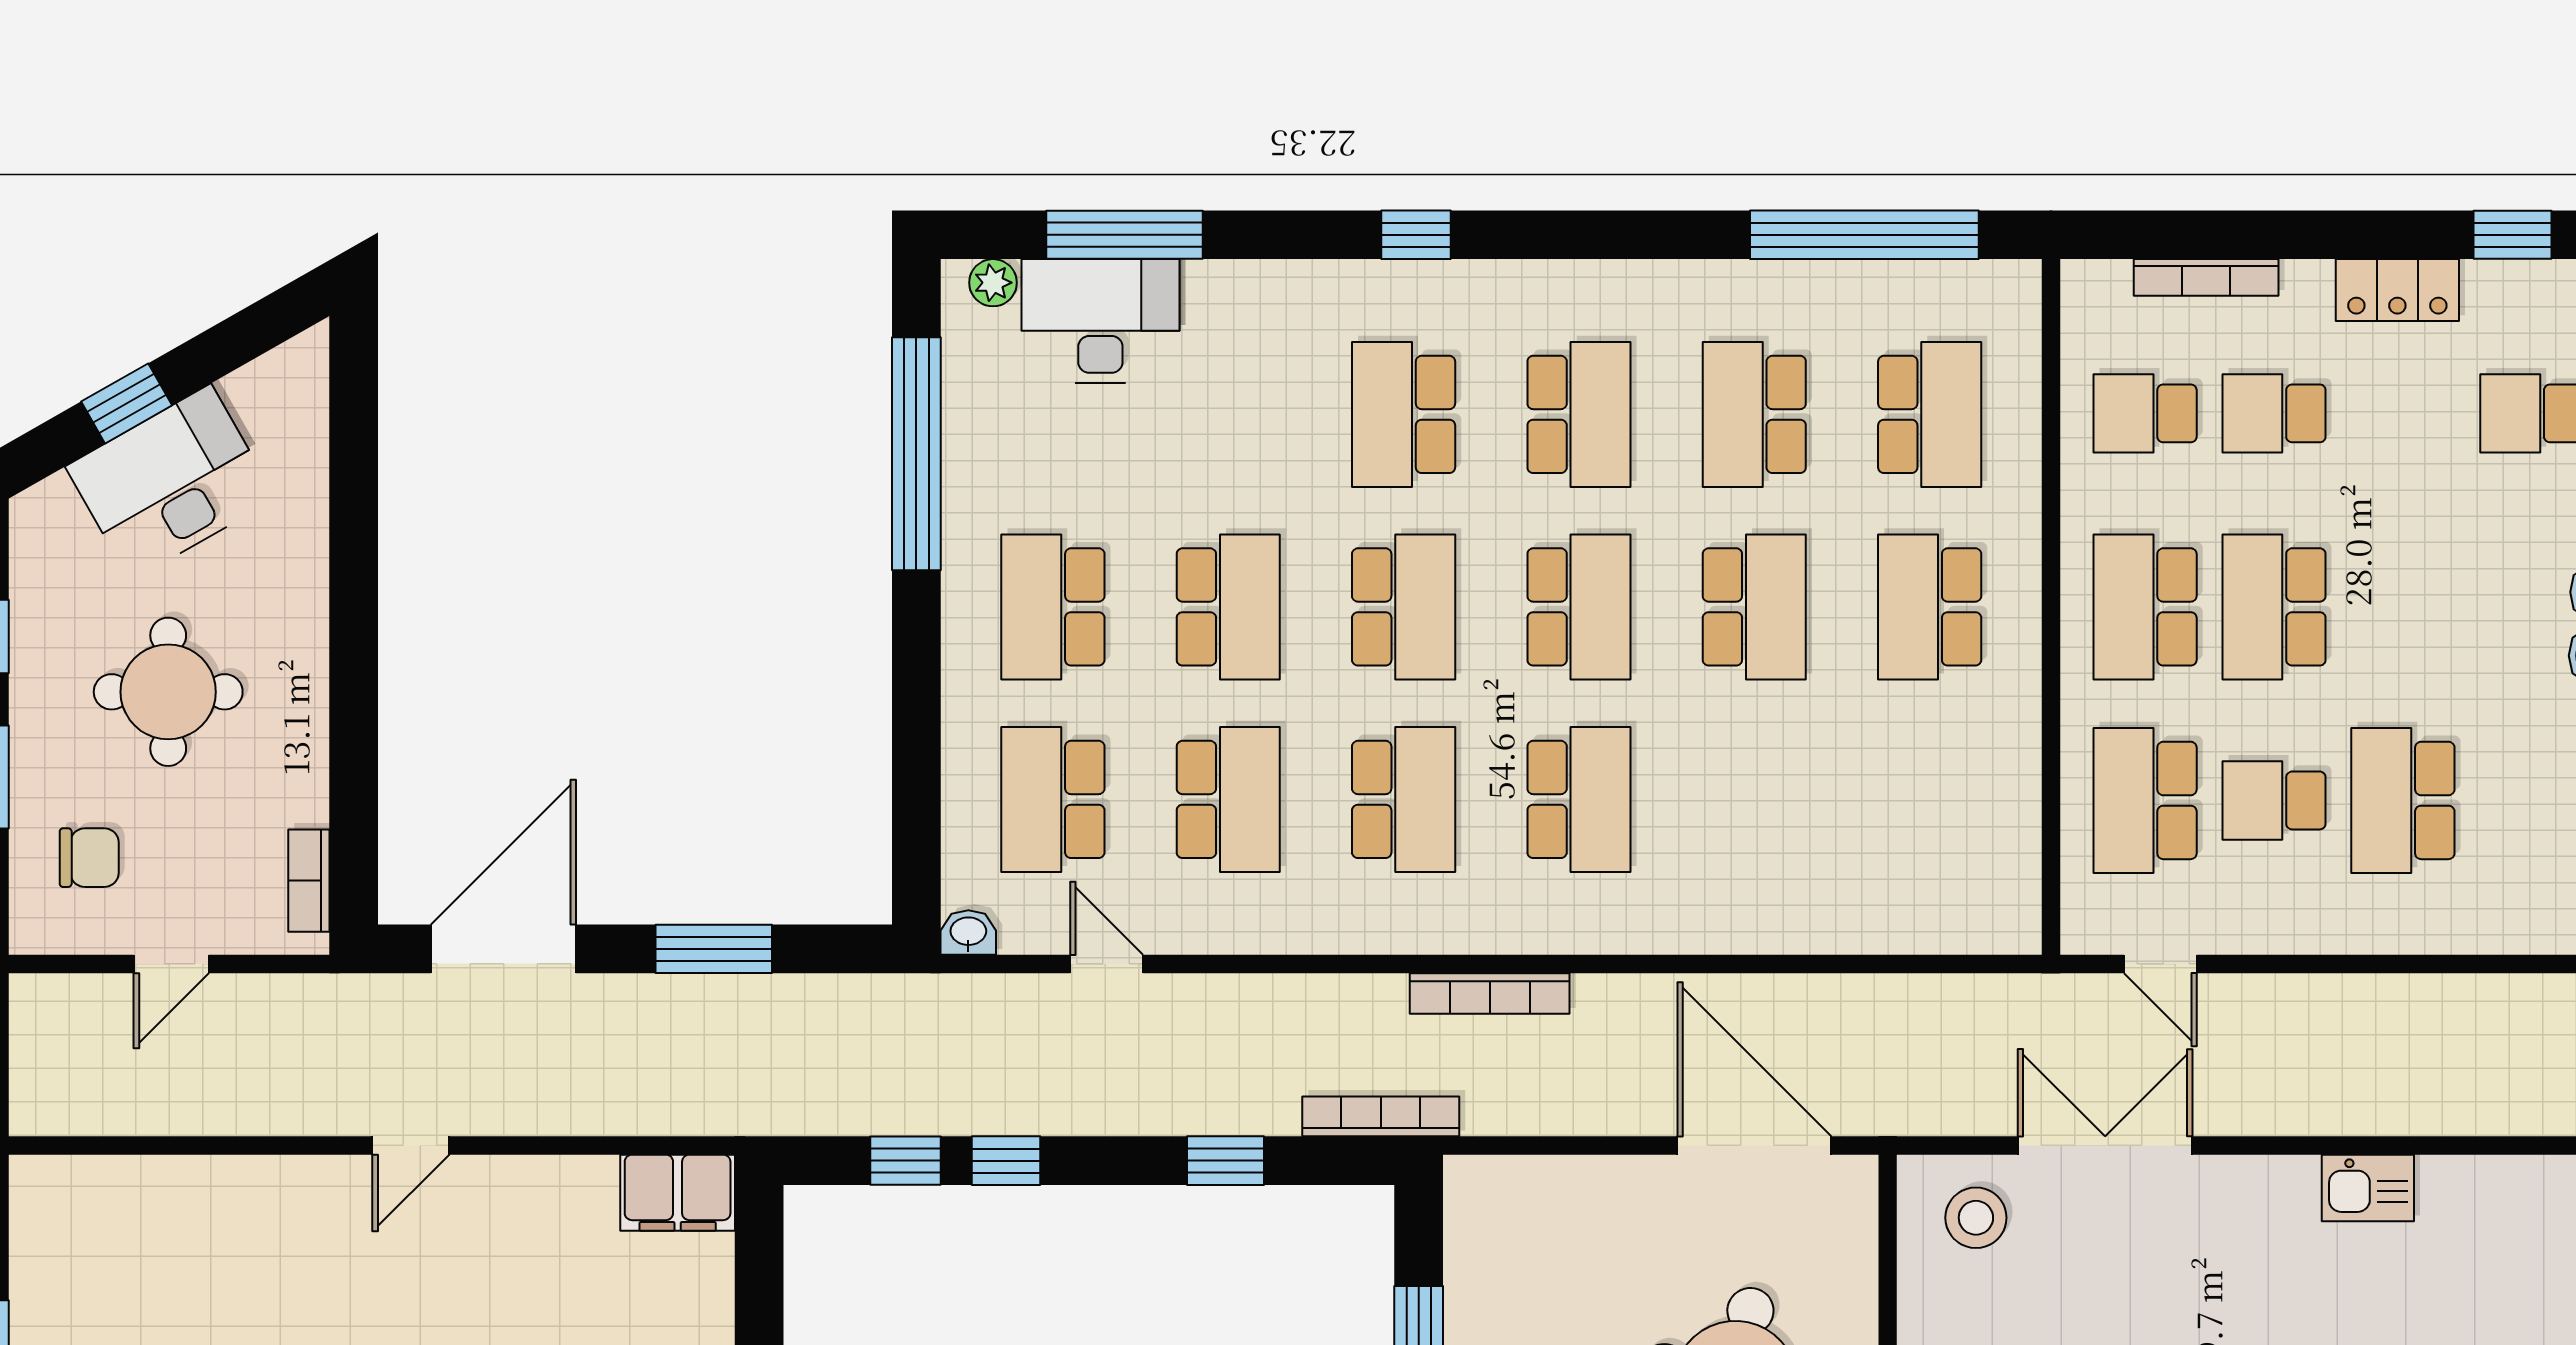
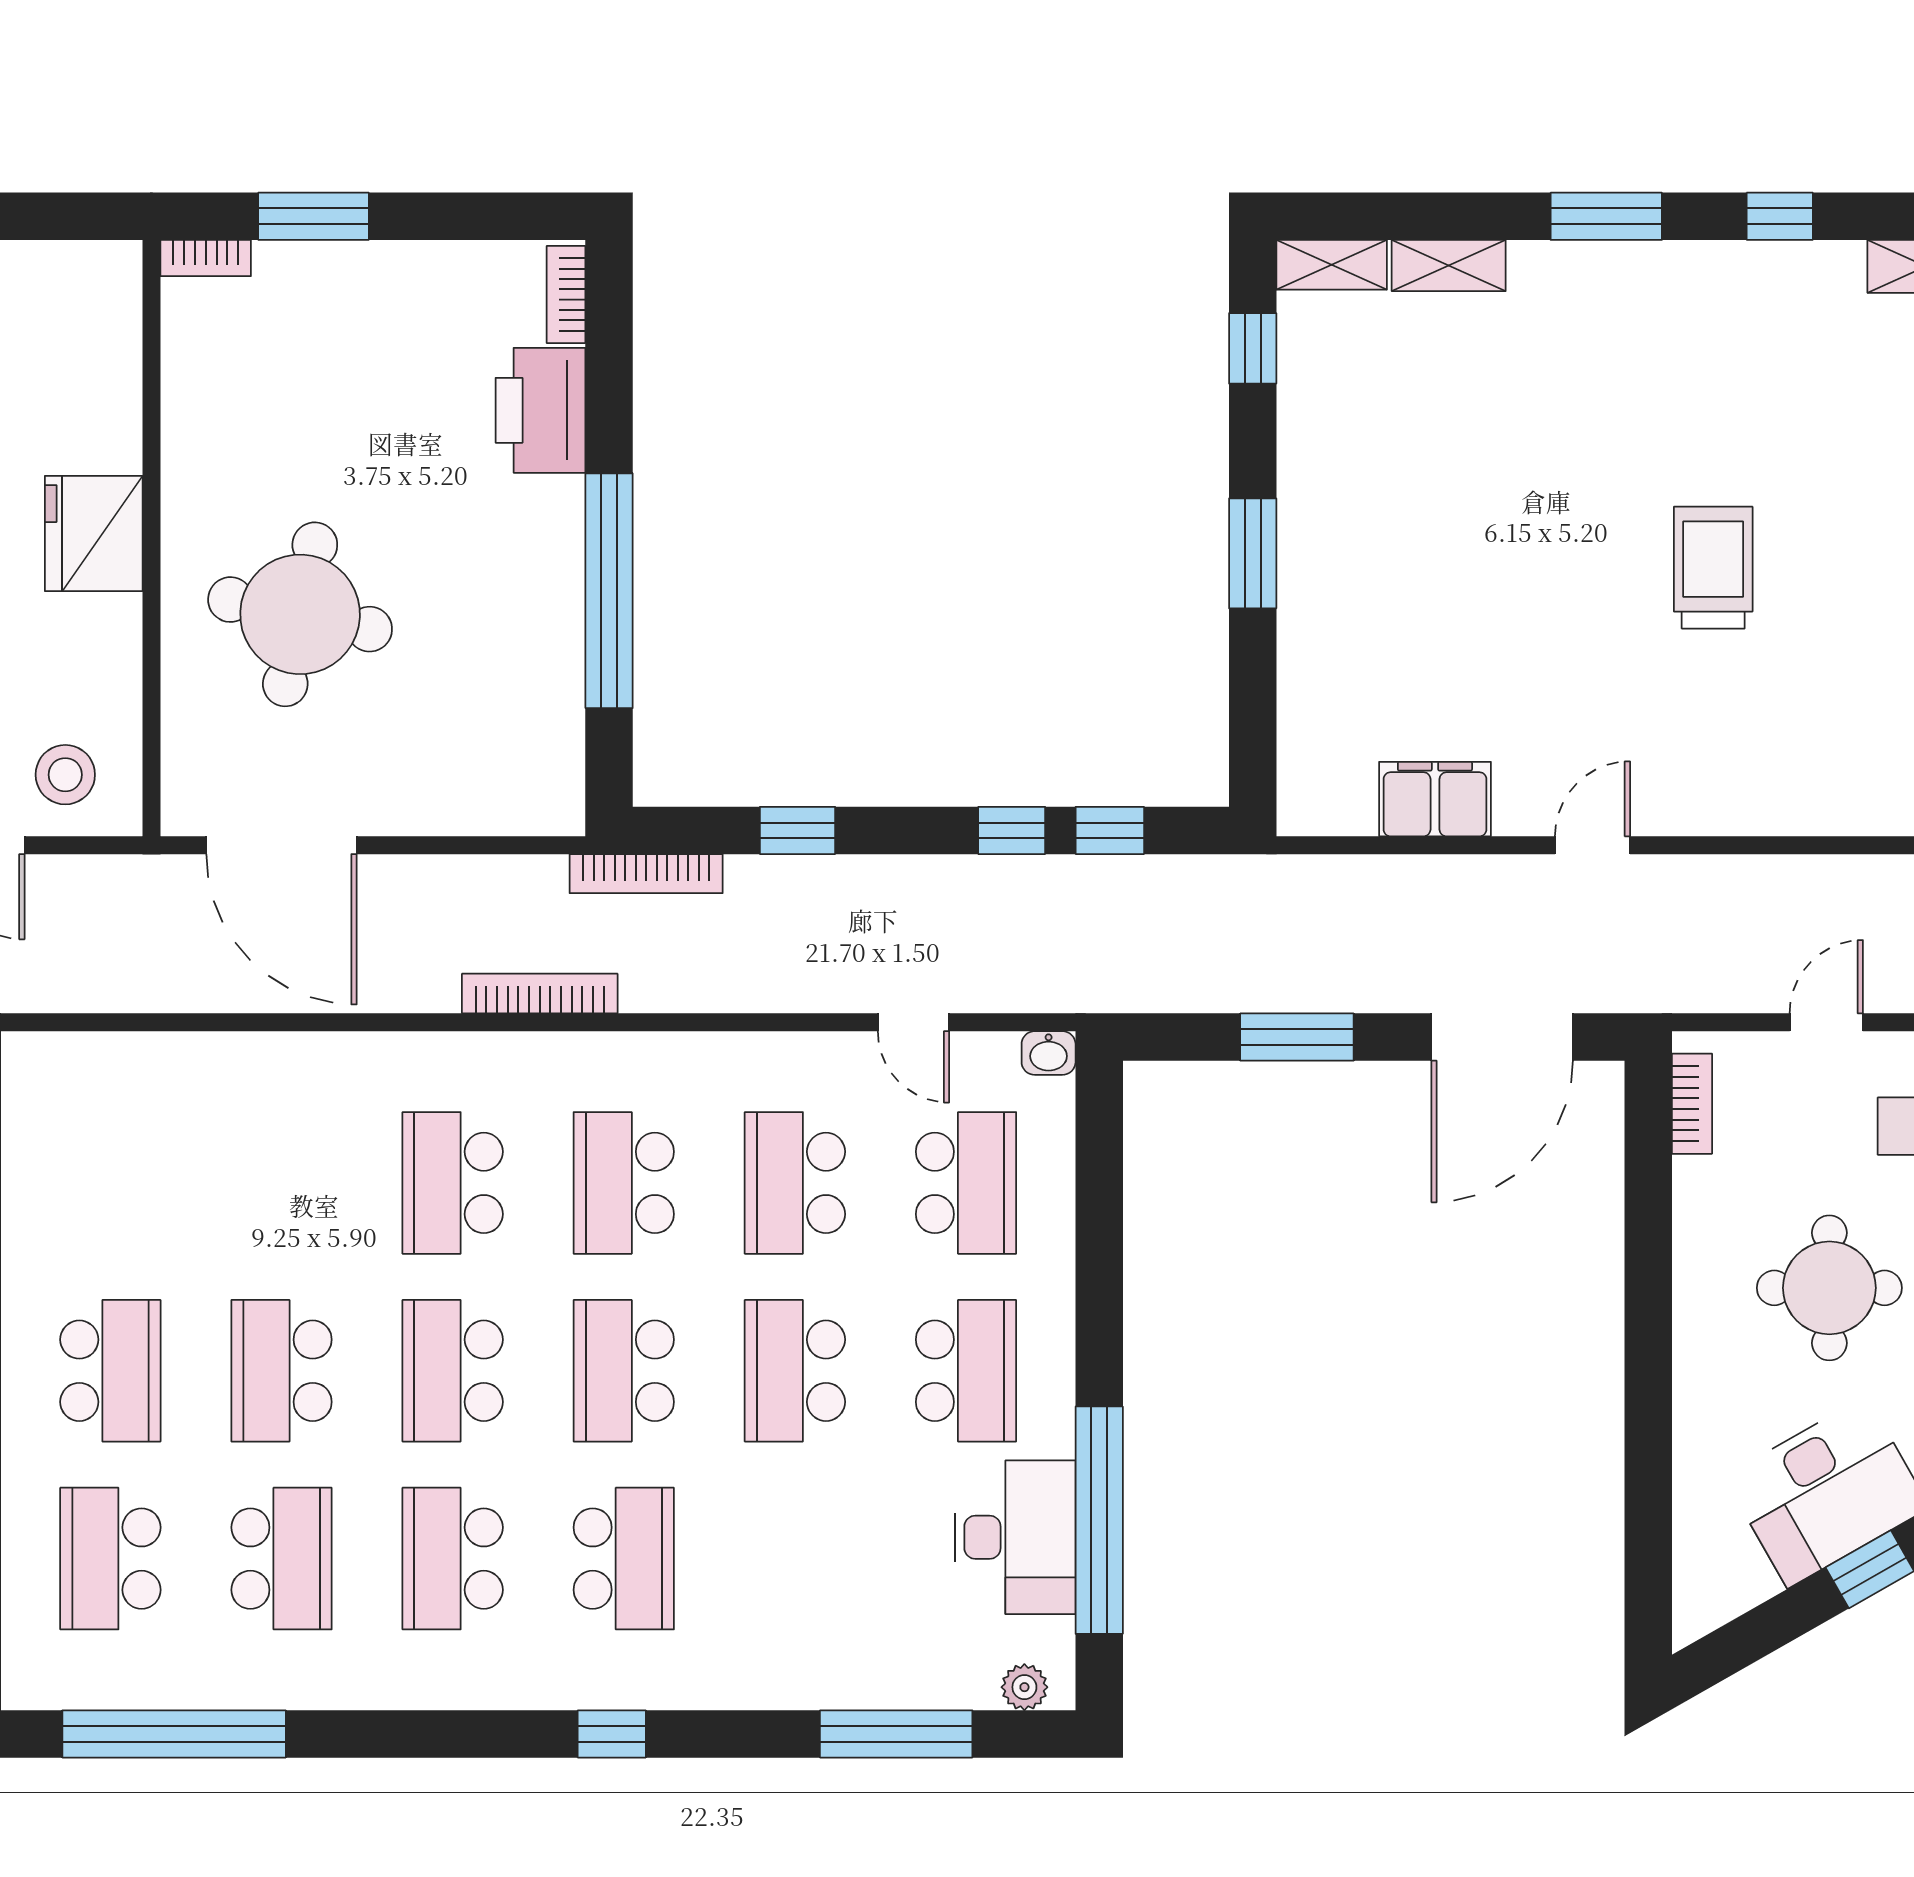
desk: (1100, 321) -> (1015, 1537), moved, turned -90
filing cabinet: (678, 1193) -> (1435, 799), moved

